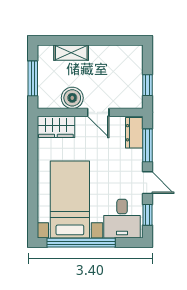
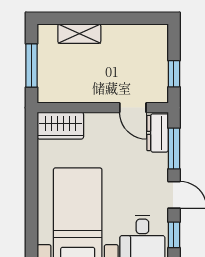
boiler: (72, 98) -> (81, 90), removed
door: (98, 112) -> (133, 108), moved

